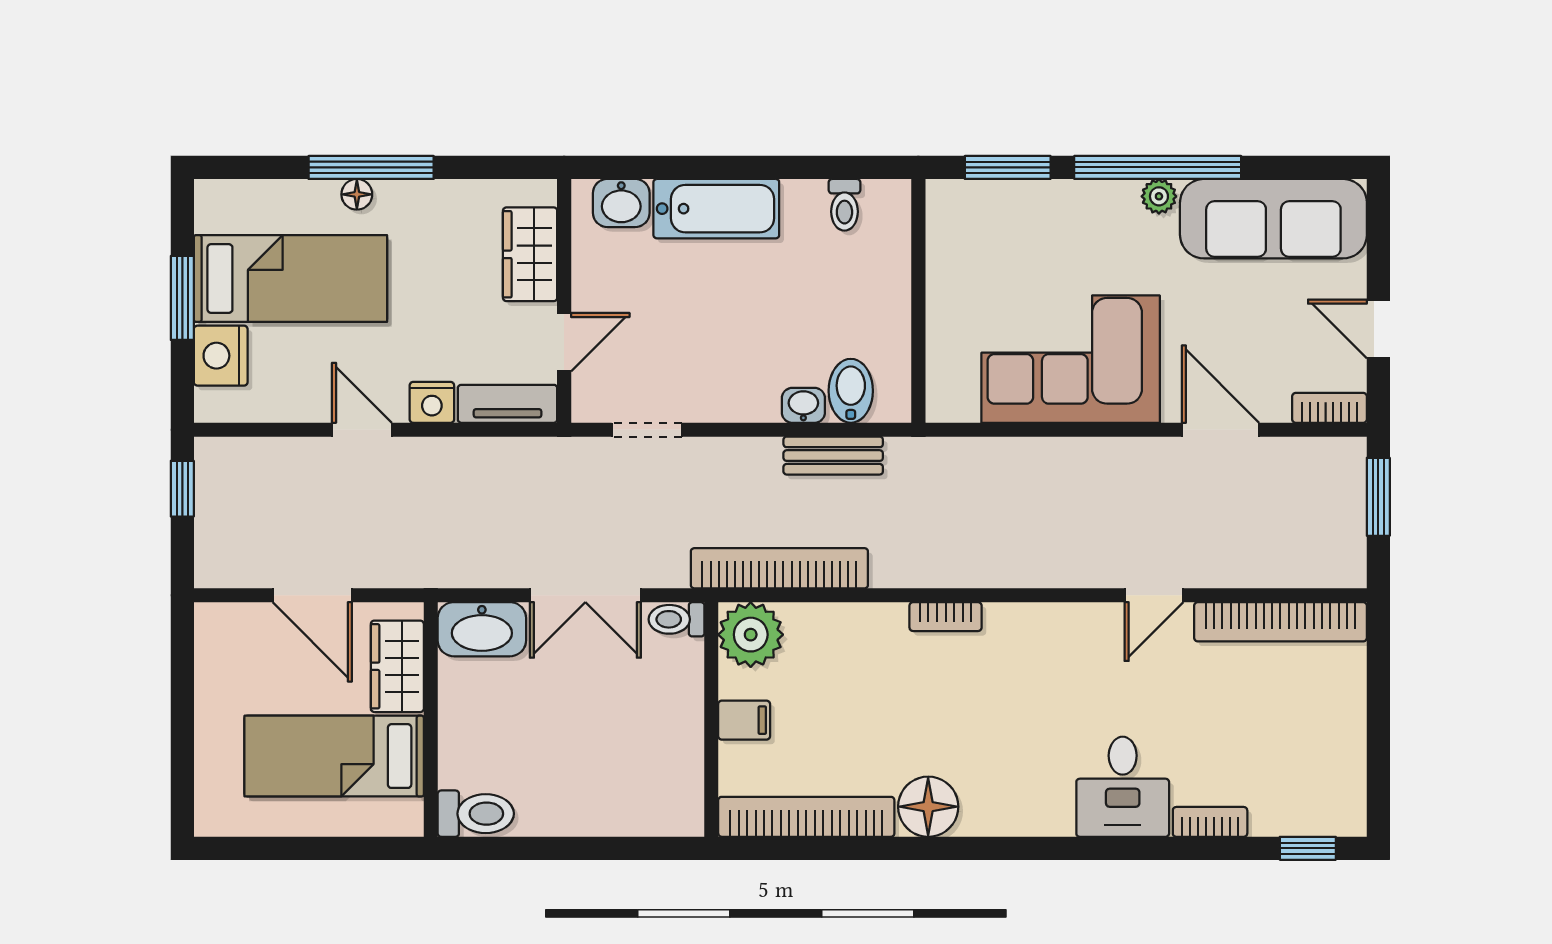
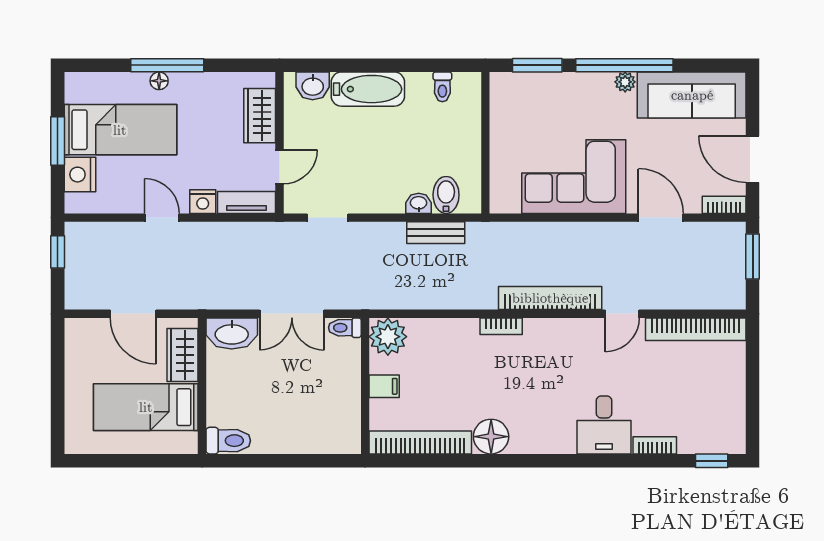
door: (1378, 329) -> (753, 159), width x1.38
bookcase: (779, 568) -> (550, 298), moved

